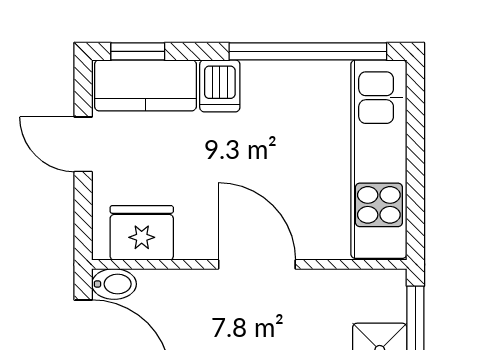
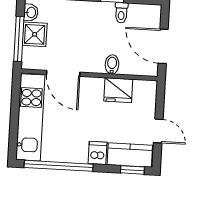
fridge: (142, 233) -> (118, 90), moved
door: (257, 264) -> (63, 73), moved
bidet: (114, 284) -> (112, 64), moved, turned 90

